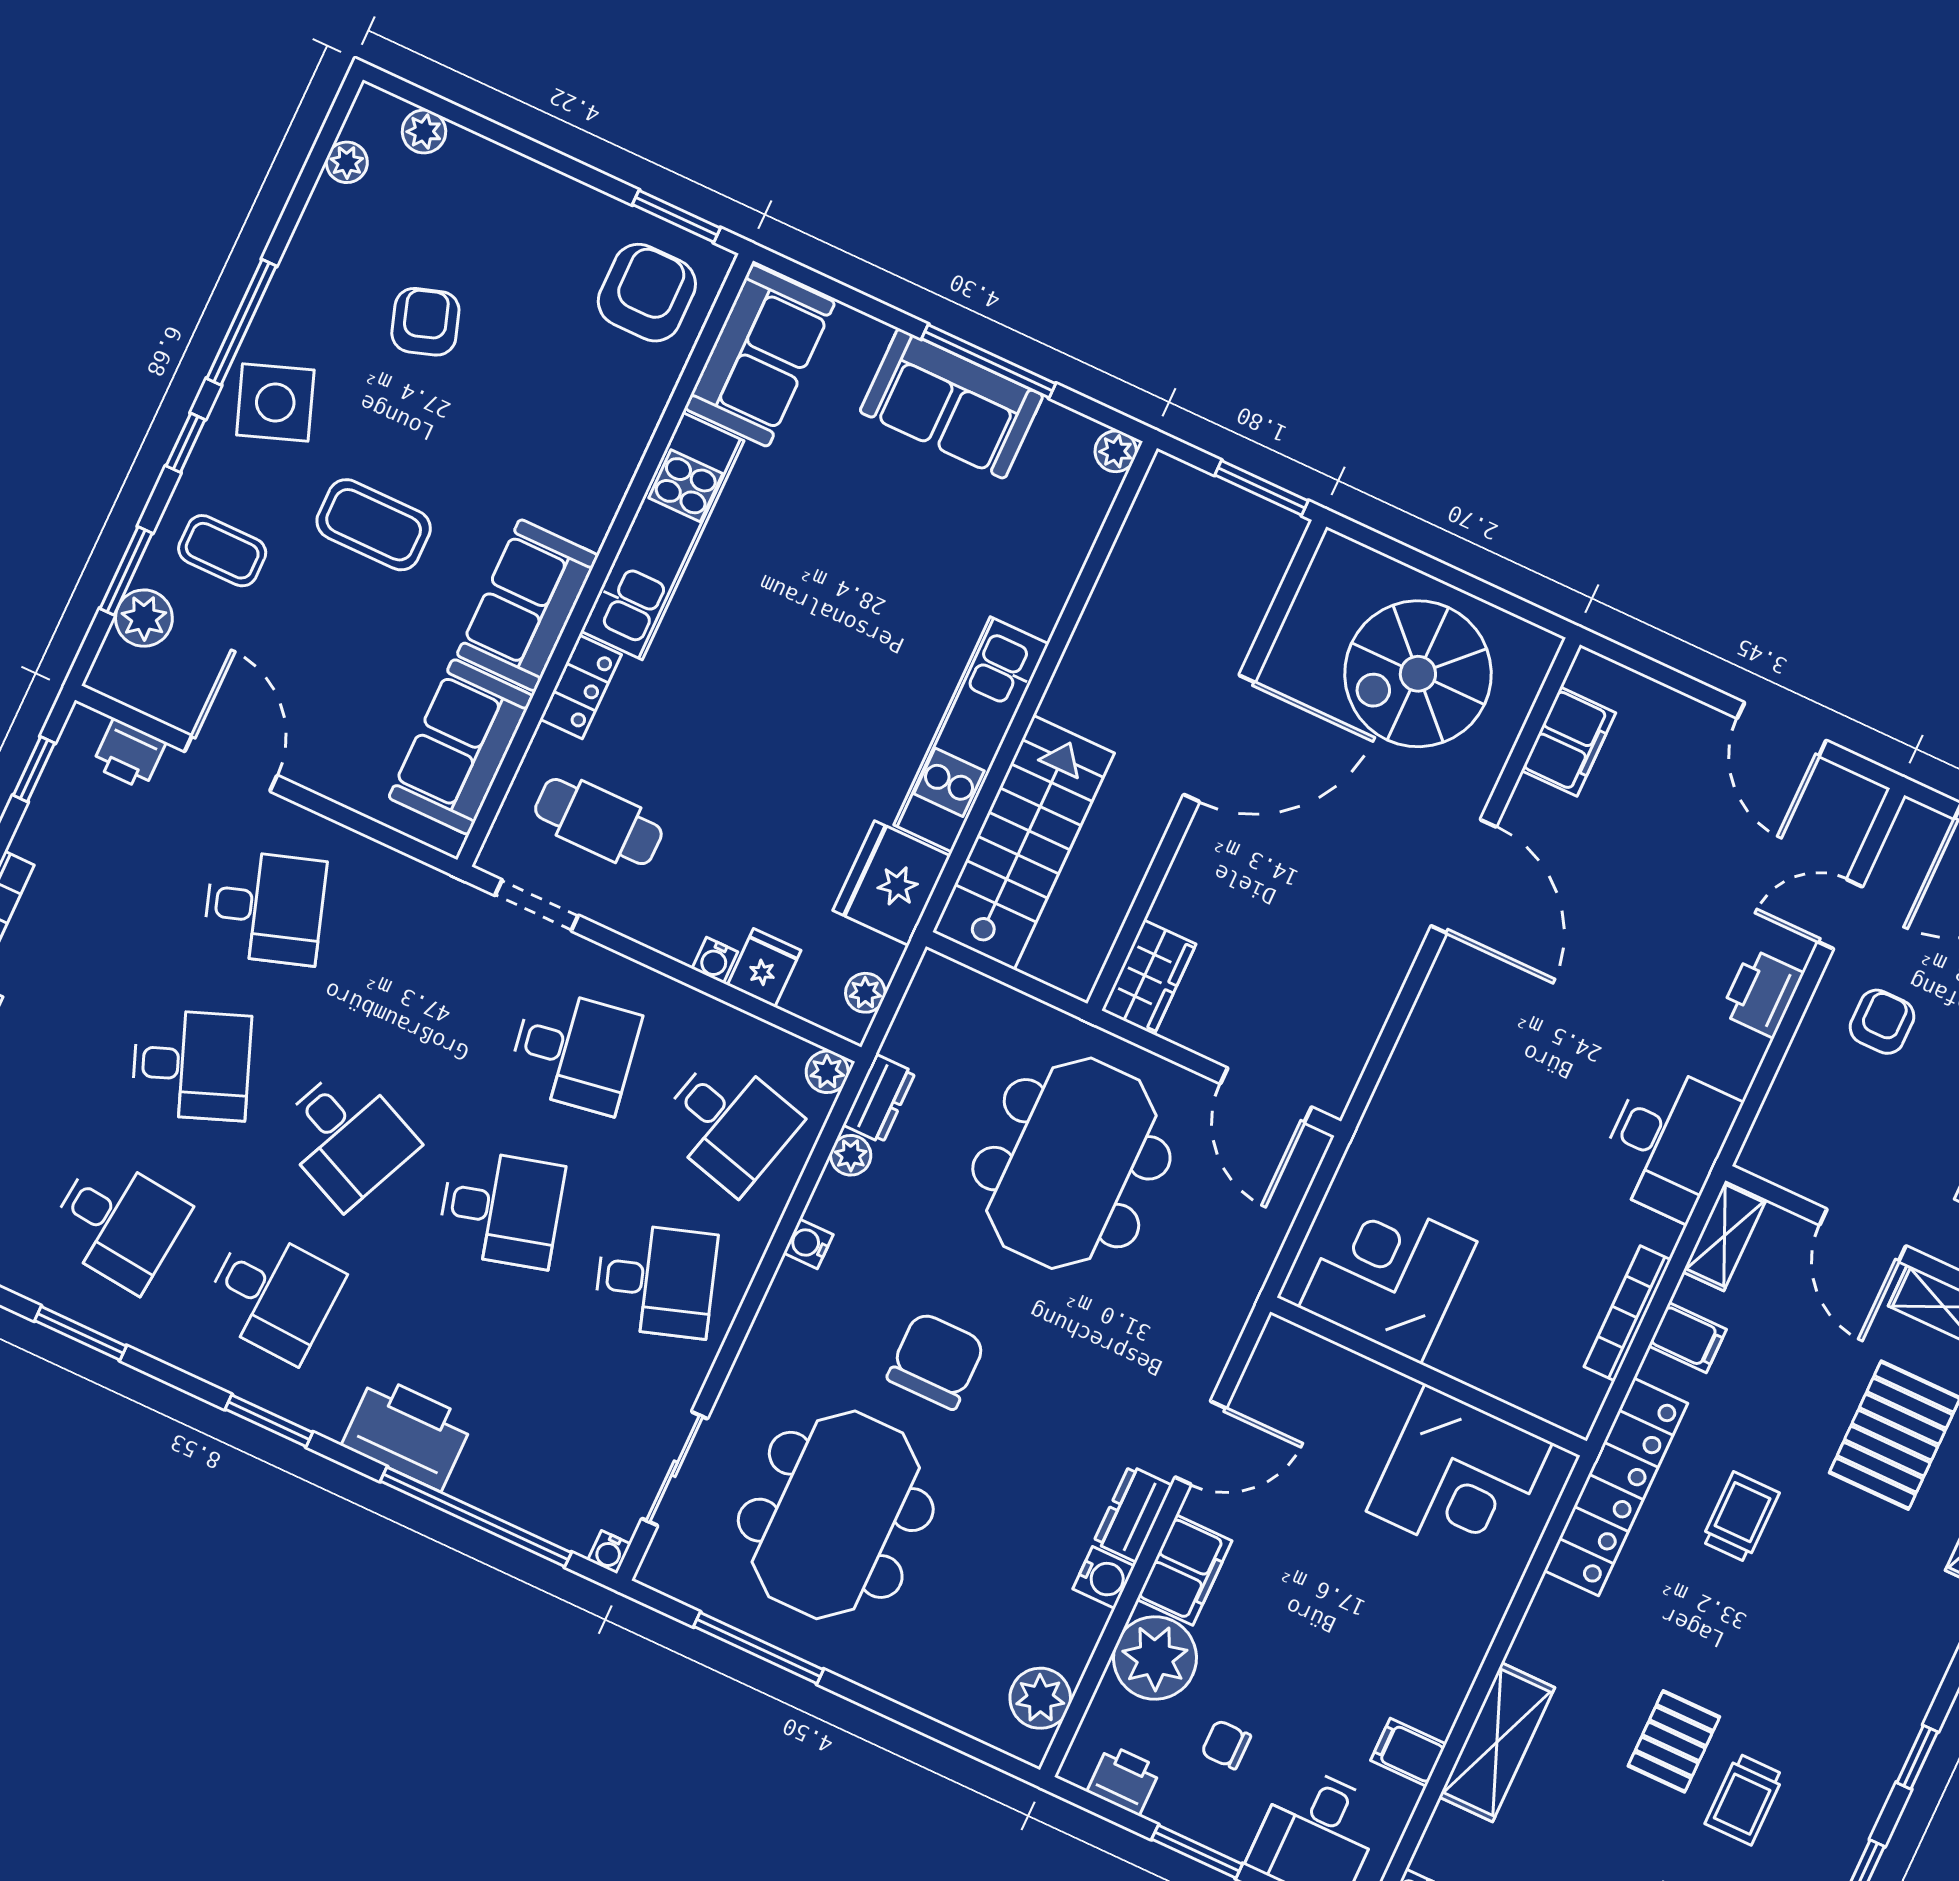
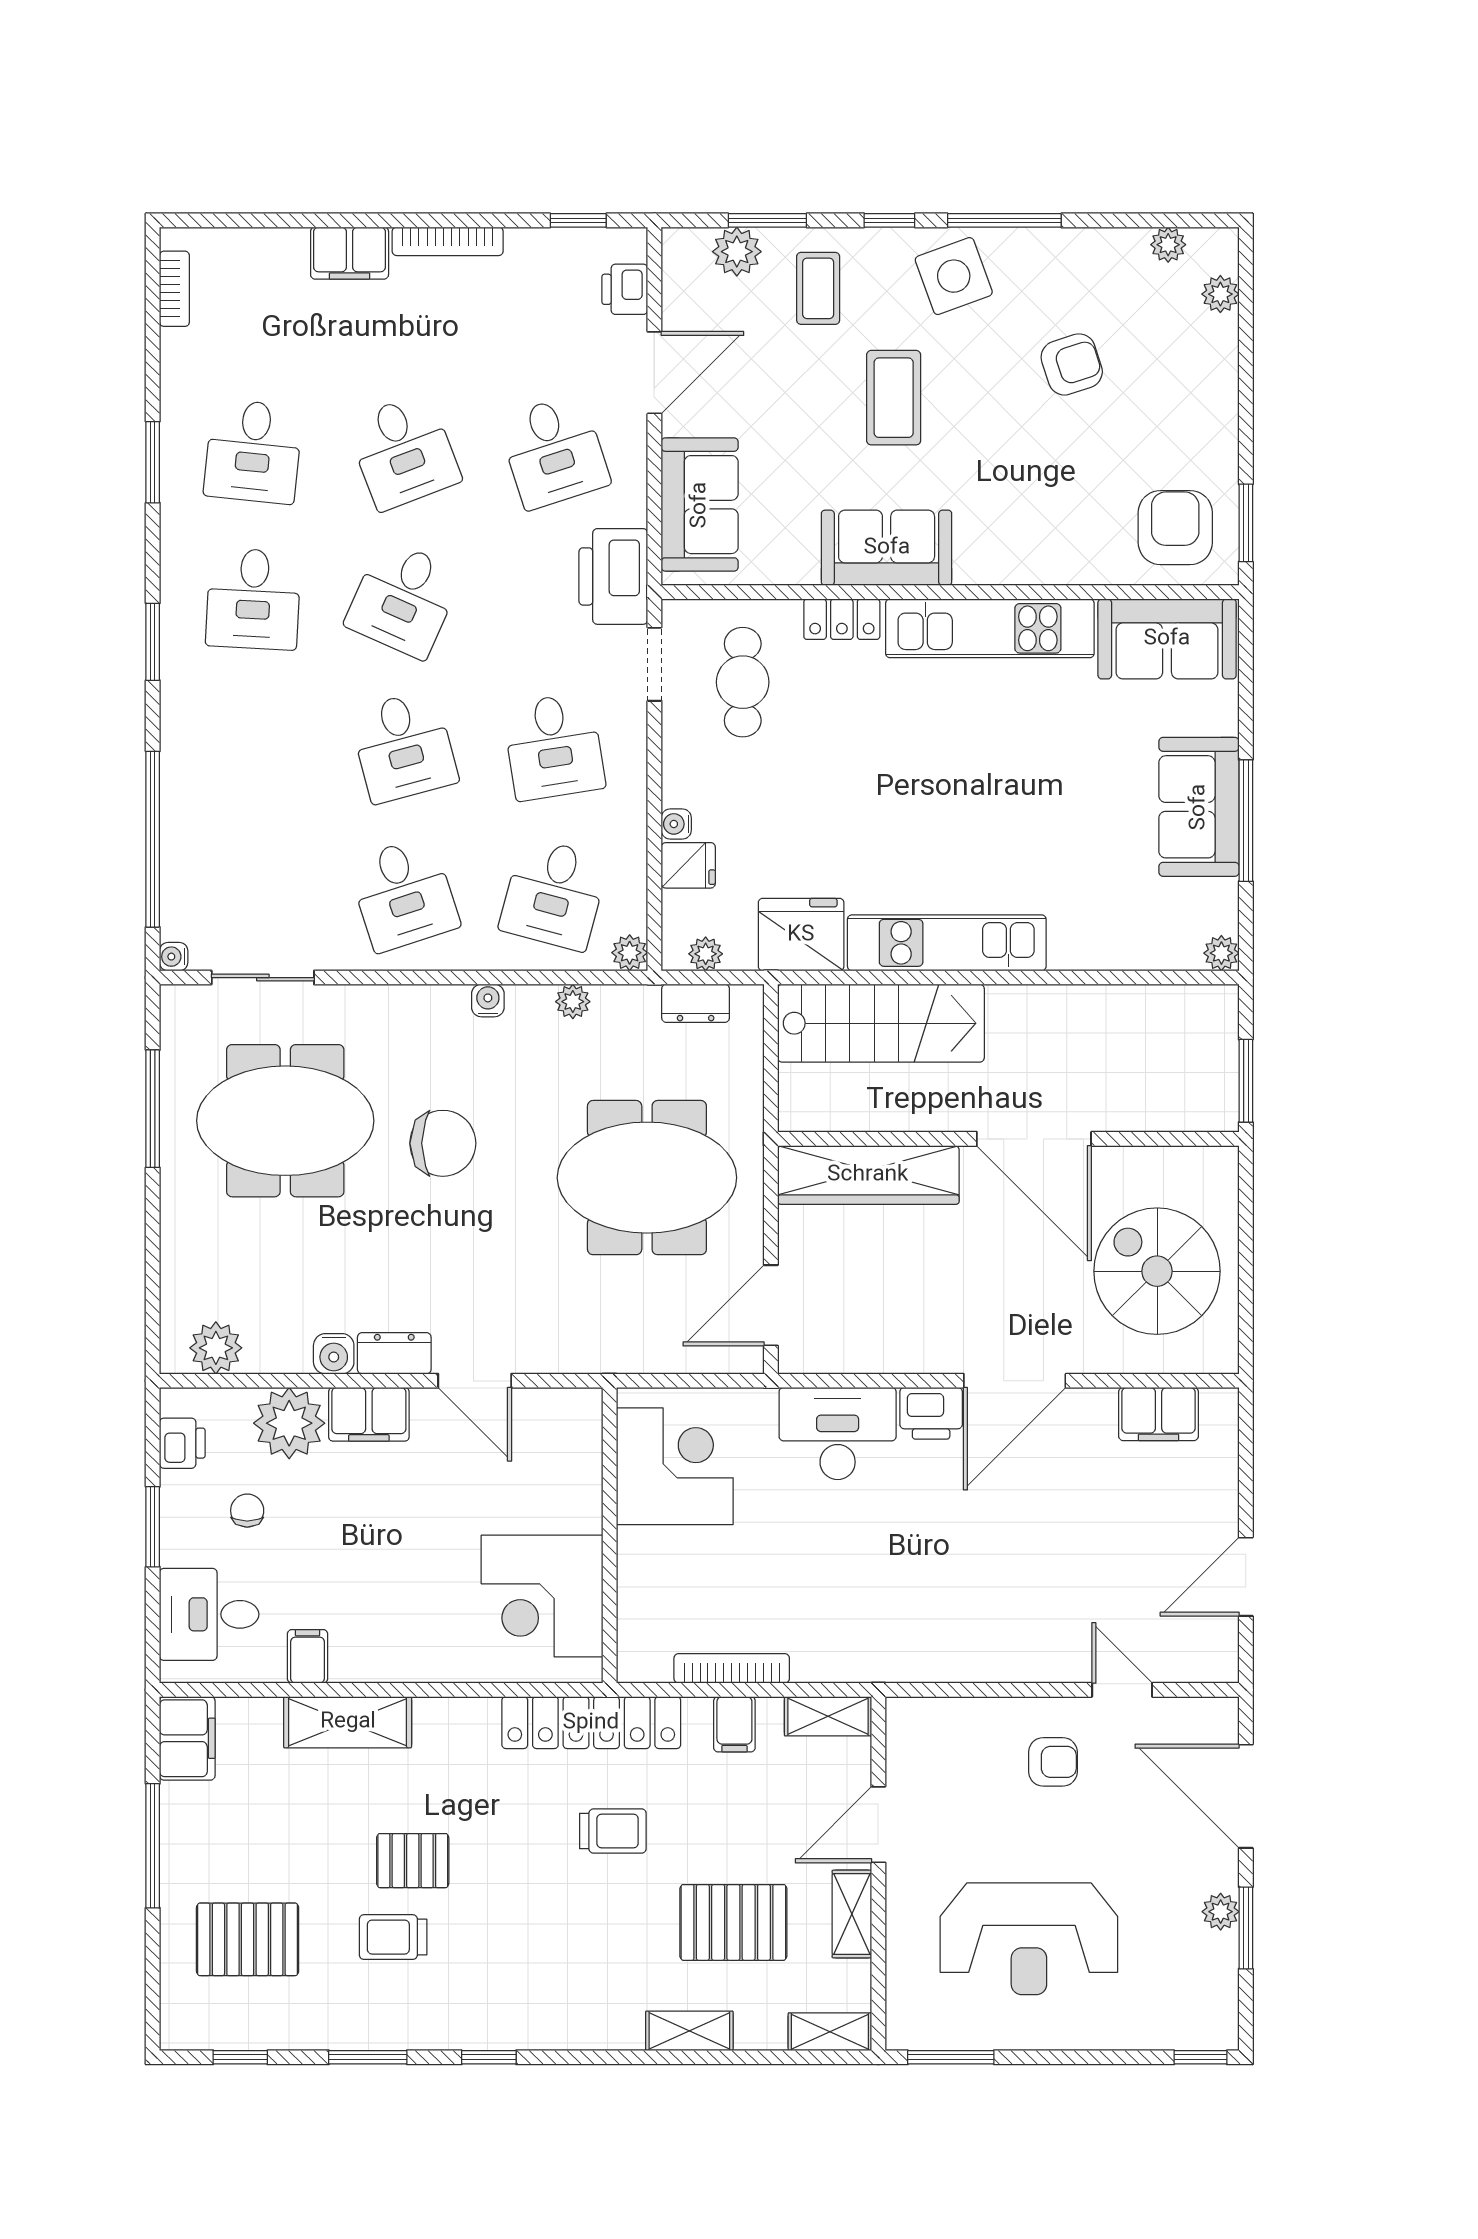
armchair: (647, 293) -> (1175, 528), turned -90
sofa: (461, 747) -> (700, 505), moved, turned 90
wardrobe: (1149, 977) -> (868, 1175), width x2.10, depth x1.17
printer: (1762, 993) -> (931, 1413), moved, turned 180
dresser: (879, 1099) -> (696, 1003), moved
desk: (1667, 1141) -> (838, 1433), moved, turned 180
printer: (408, 1433) -> (613, 576), moved, turned 180

